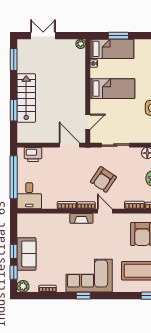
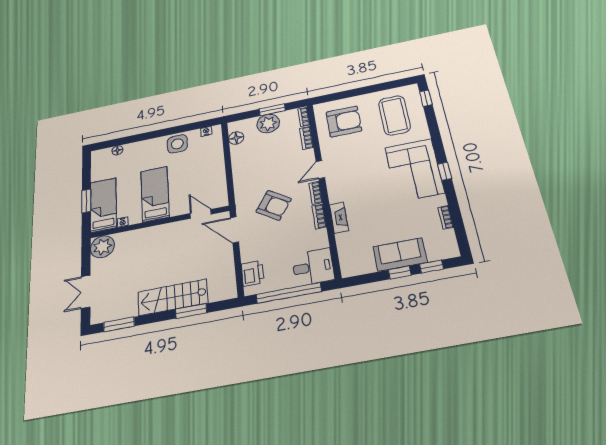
plant: (81, 44) -> (102, 247), width x1.88, depth x1.88
door: (69, 145) -> (235, 230), hinge flipped
sliding door: (115, 145) -> (229, 175), removed
armchair: (103, 179) -> (274, 205), moved
fireplace: (81, 218) -> (339, 218), moved
plant: (23, 286) -> (450, 250), removed

